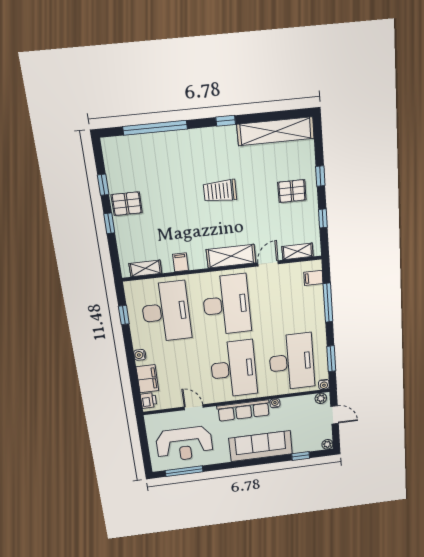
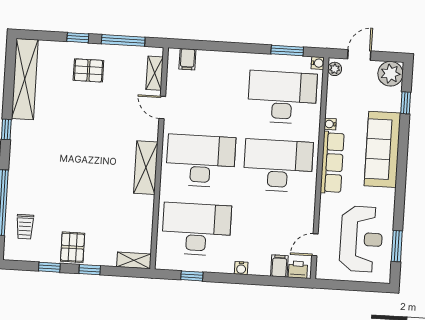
trolley: (220, 191) -> (25, 227), moved, width x0.73, depth x0.72
pallet: (292, 191) -> (88, 70), turned 90
window: (323, 218) -> (123, 40), width x2.17
shelving: (231, 256) -> (146, 168), moved
filing cabinet: (180, 262) -> (144, 203), removed
shelving: (145, 268) -> (134, 260), moved, turned 90
window: (328, 303) -> (219, 46), removed
filing cabinet: (147, 379) -> (279, 266), width x0.50
door: (194, 407) -> (315, 245), moved
plant: (327, 444) -> (390, 74), width x1.87, depth x1.87
window: (184, 471) -> (397, 246), width x0.69

